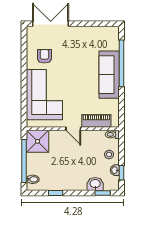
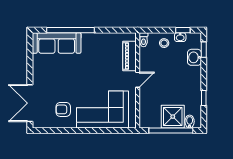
sofa: (109, 75) -> (57, 43), moved
shower: (38, 141) -> (173, 117), moved

